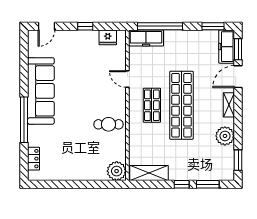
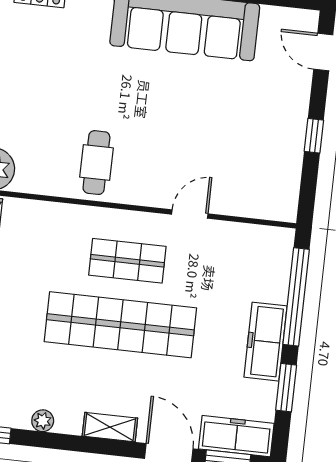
window: (213, 26) -> (286, 388), moved
fridge: (108, 37) -> (285, 182), removed
freezer: (146, 38) -> (266, 342), moved
plant: (225, 136) -> (43, 421), width x0.53, depth x0.53

